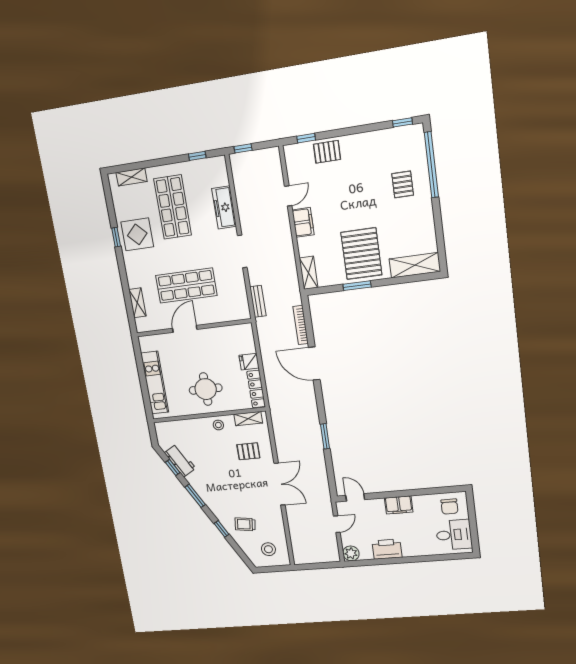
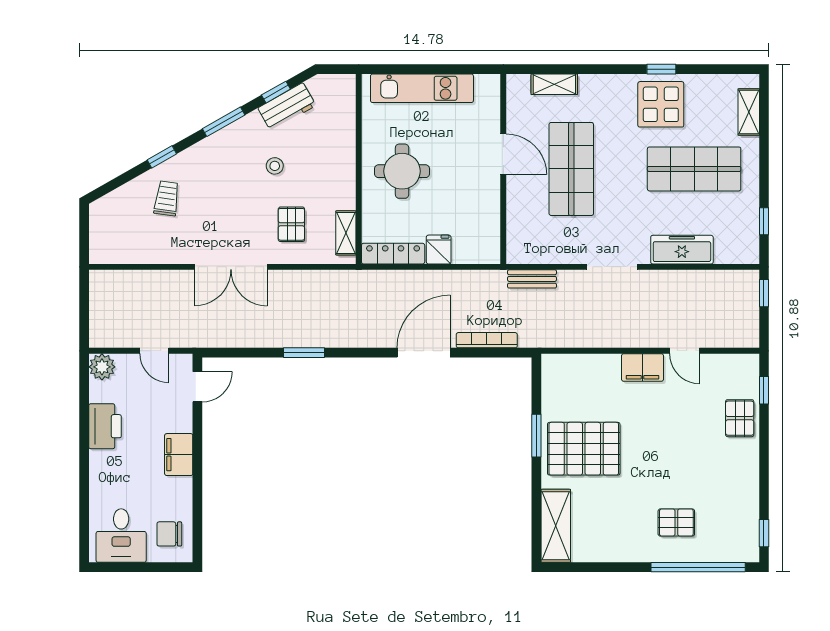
shelving: (309, 273) -> (566, 365), removed
stool: (218, 425) -> (275, 166), moved
stool: (268, 549) -> (120, 231), removed

